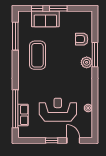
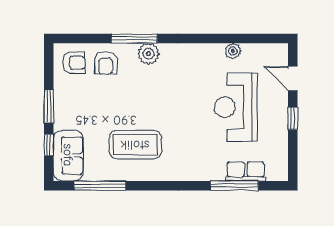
sofa: (45, 19) -> (68, 155), moved
armchair: (82, 22) -> (74, 63), added
window: (15, 109) -> (234, 186), width x0.68
door: (73, 140) -> (293, 78), hinge flipped

